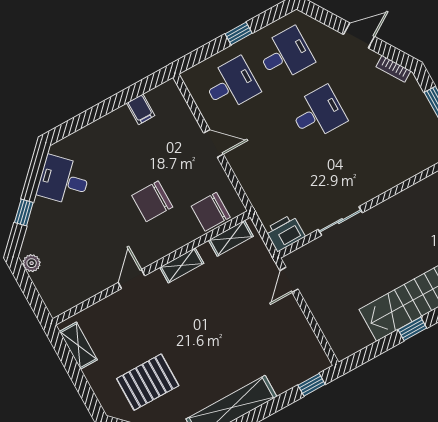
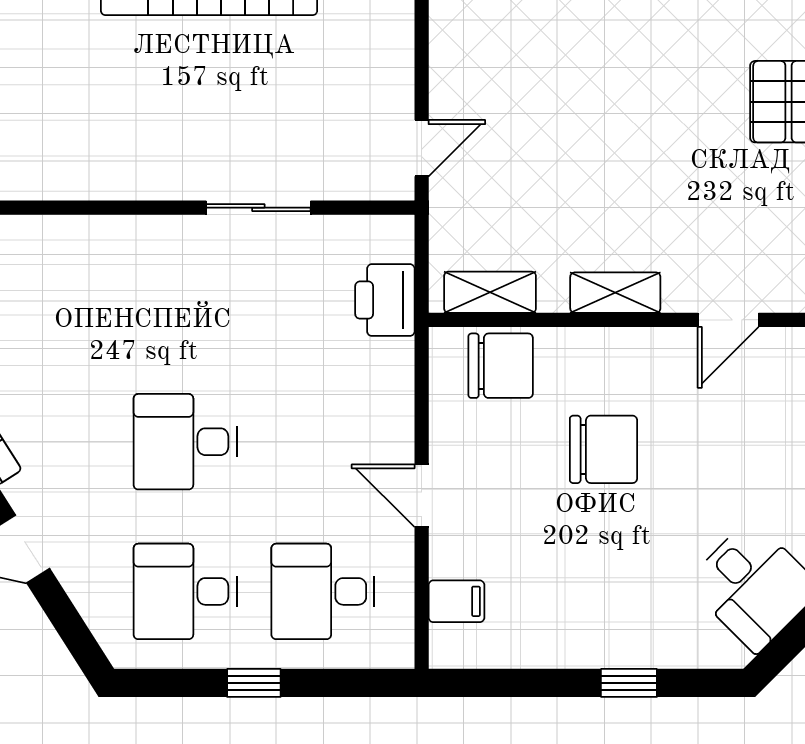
filing cabinet: (141, 109) -> (456, 601), moved, turned 90
window: (91, 115) -> (629, 683), added
printer: (285, 233) -> (385, 300), moved, turned 90

